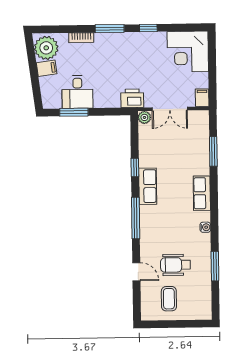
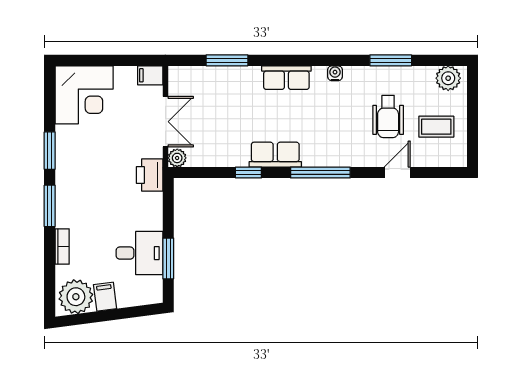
window: (148, 28) -> (50, 151), width x1.50
plant: (203, 307) -> (448, 78), added

